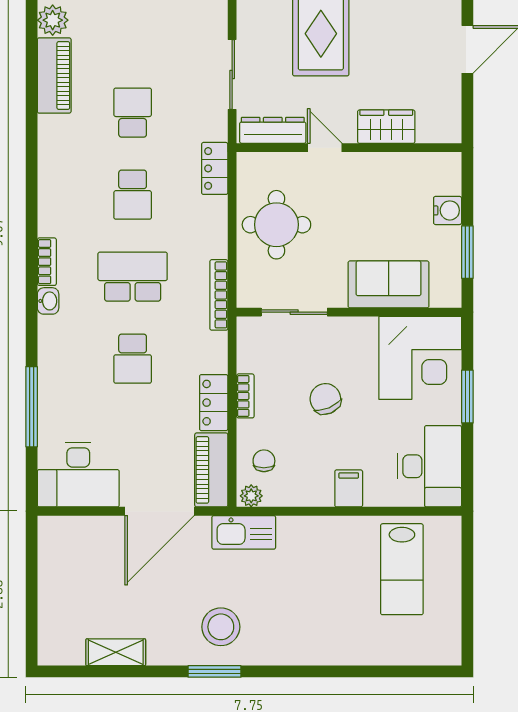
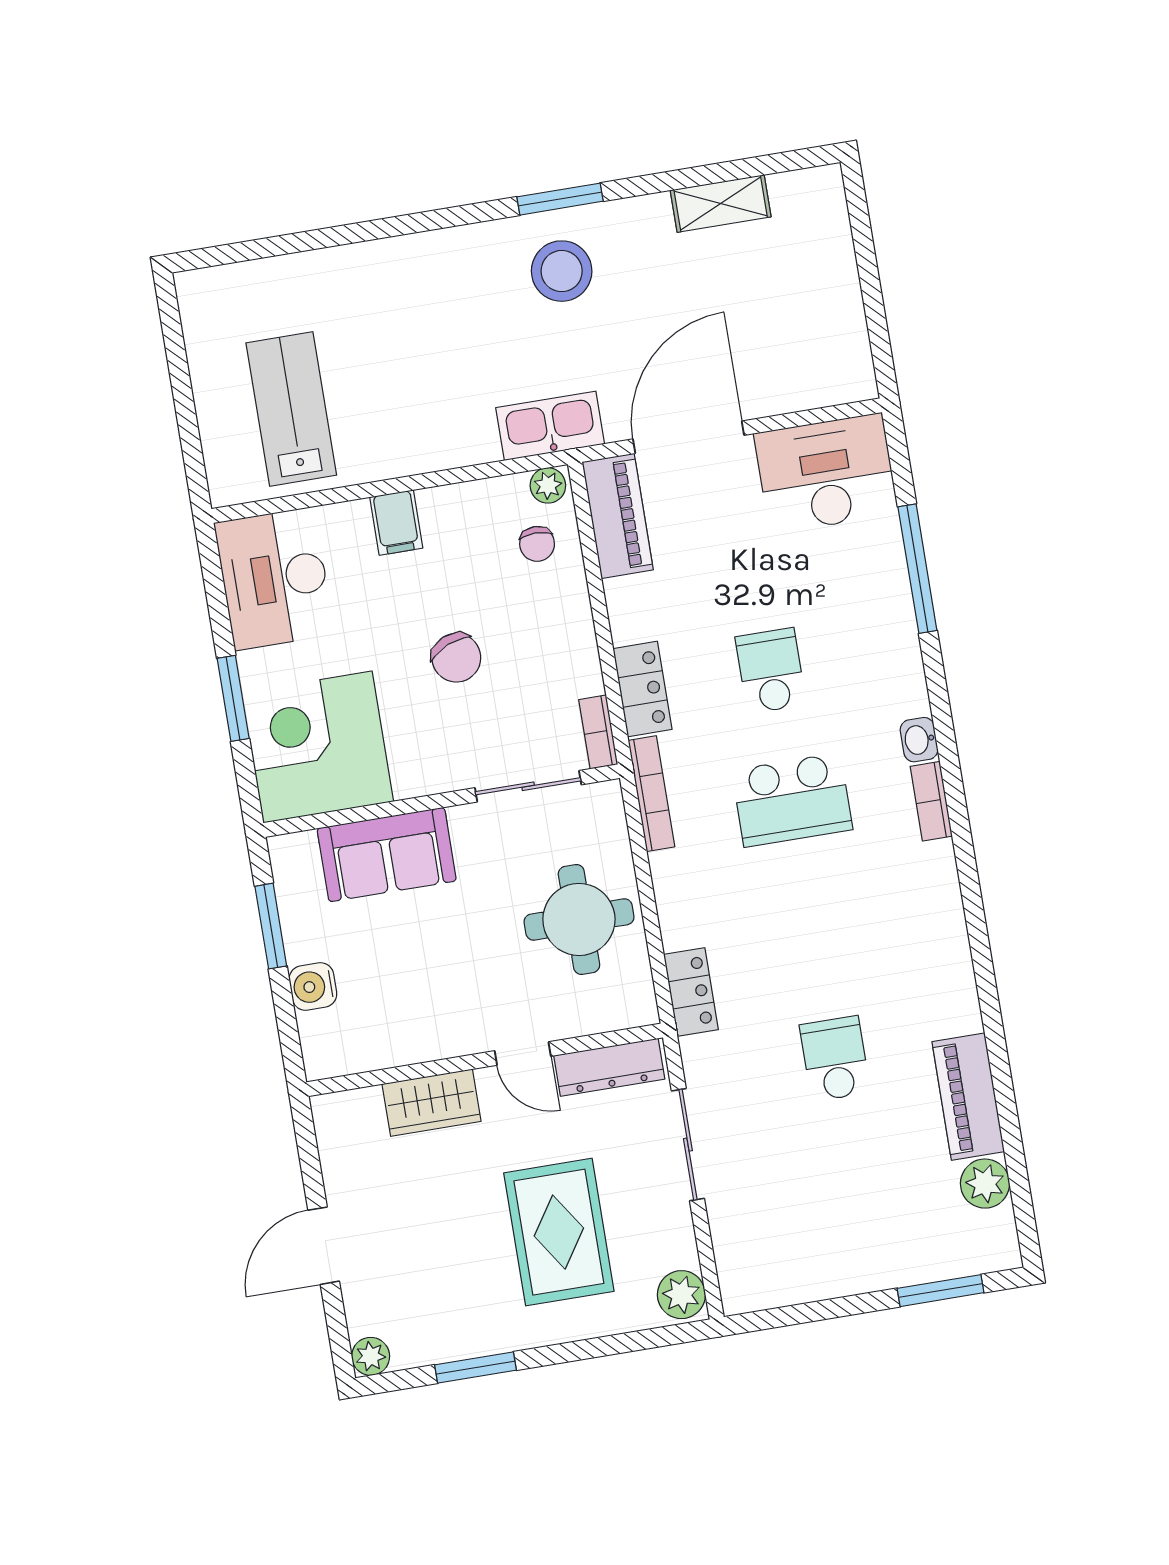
school desk: (133, 113) -> (835, 1059), turned 180
school desk: (133, 195) -> (814, 929), removed
bookcase: (245, 396) -> (598, 732), moved
locker: (214, 403) -> (642, 689), moved

